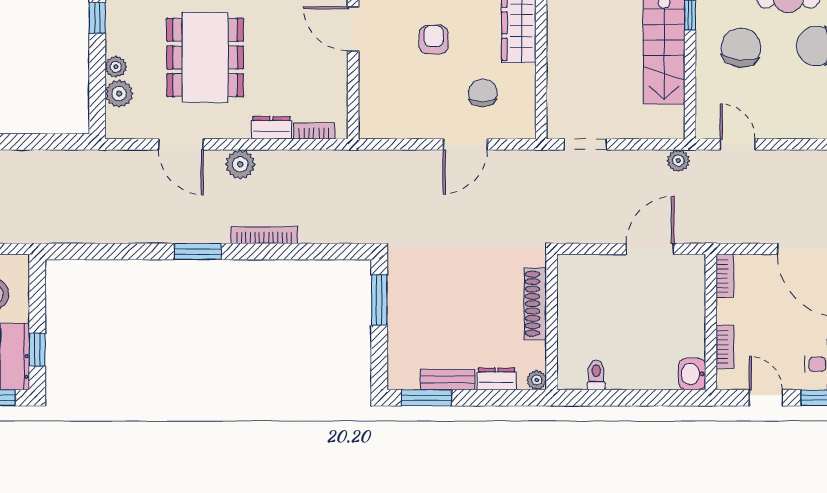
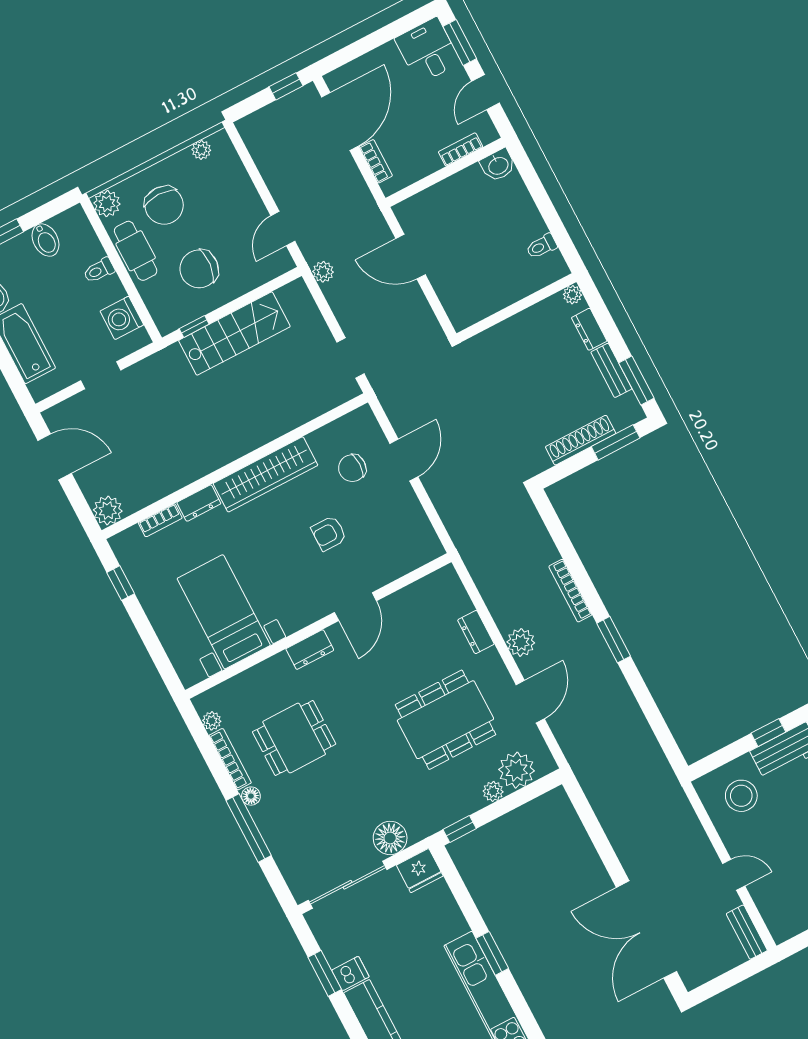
plant: (119, 94) -> (517, 770), width x1.36, depth x1.36
bookcase: (314, 131) -> (460, 594), removed
door: (465, 144) -> (404, 460), hinge flipped
bookcase: (725, 276) -> (376, 161), moved, turned 90
window: (379, 300) -> (616, 442), moved
shoe rack: (535, 304) -> (581, 440), moved, turned 180

